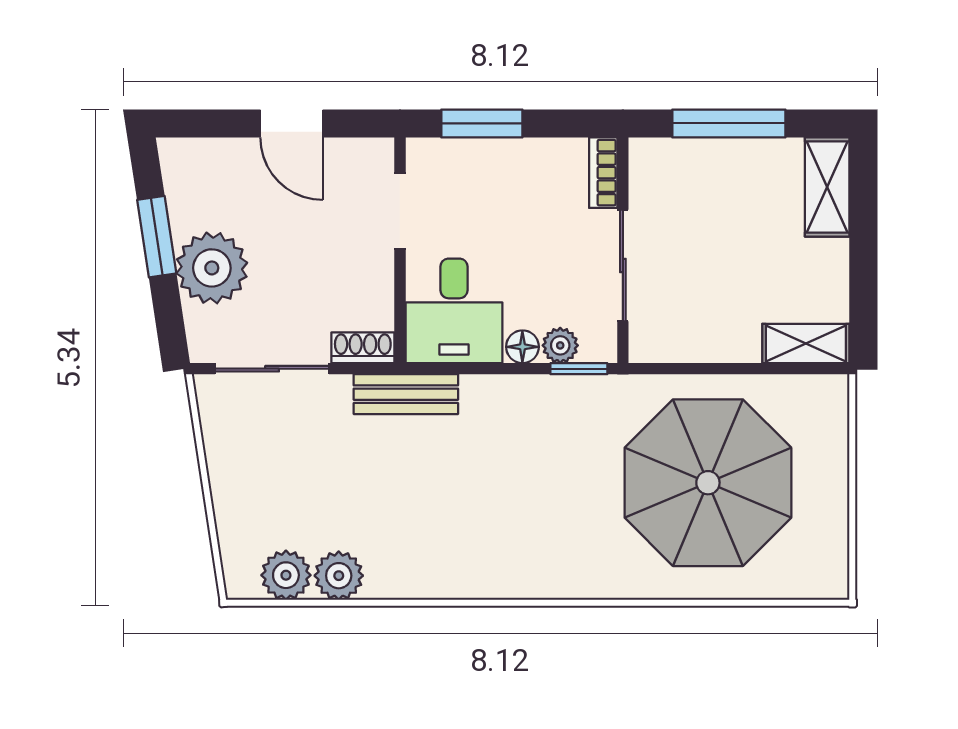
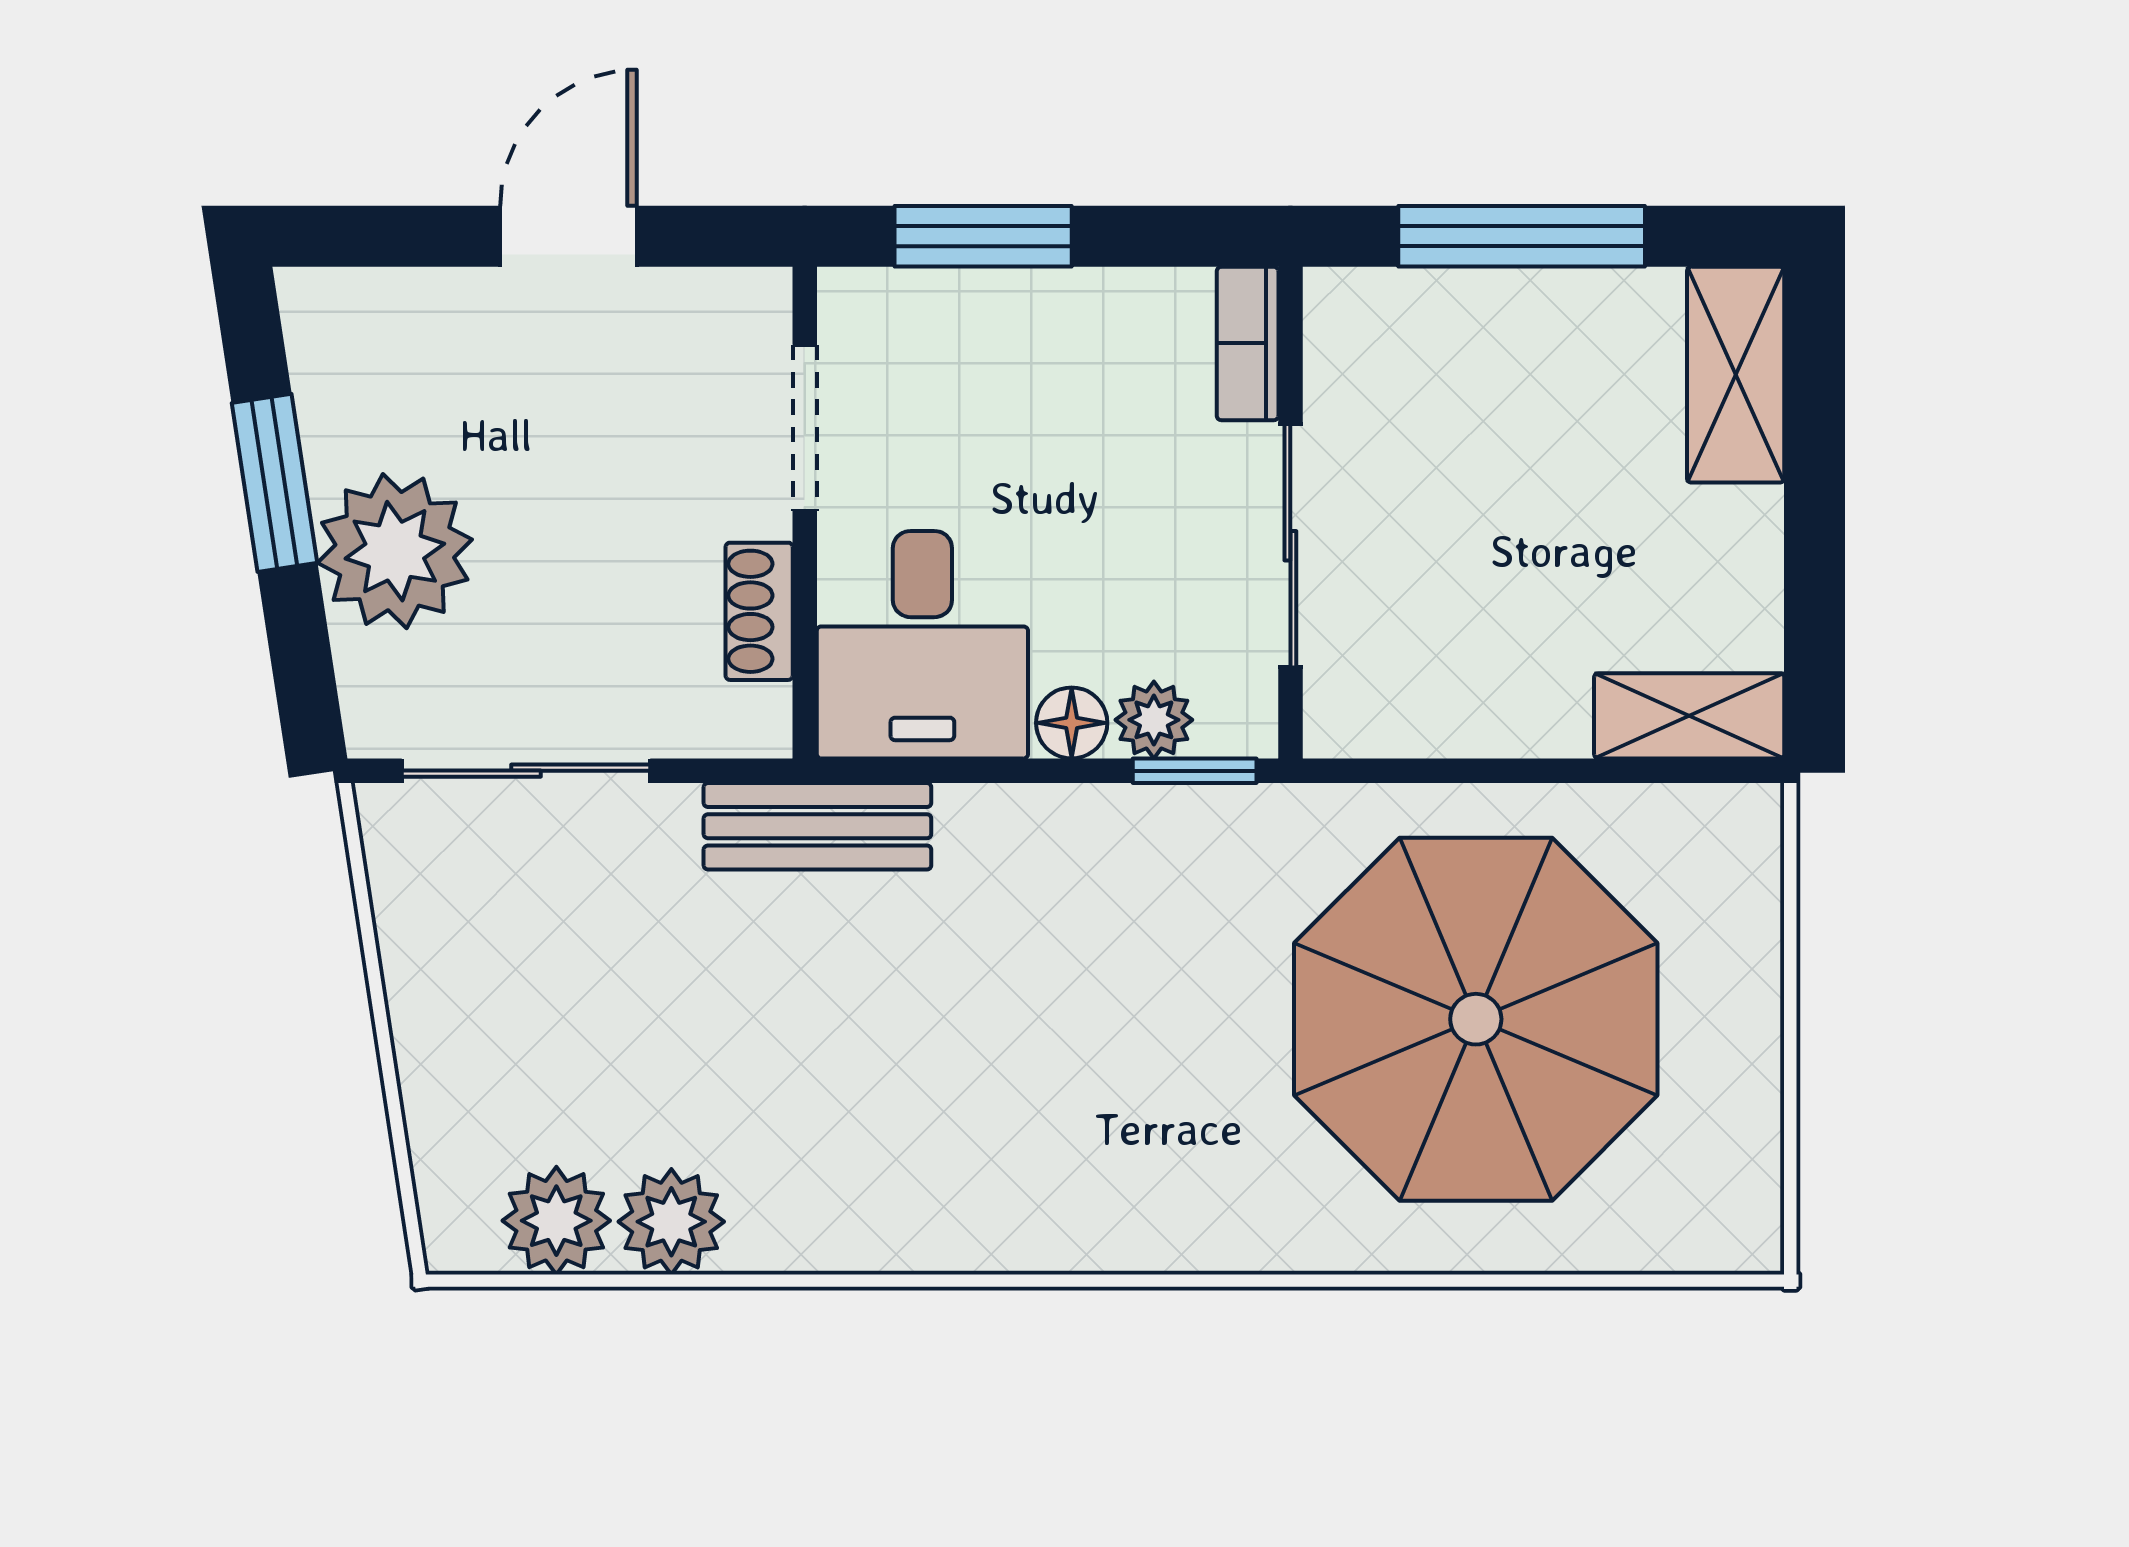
door: (292, 123) -> (568, 236), swing flipped
shoe rack: (363, 348) -> (759, 611), moved, turned -90

